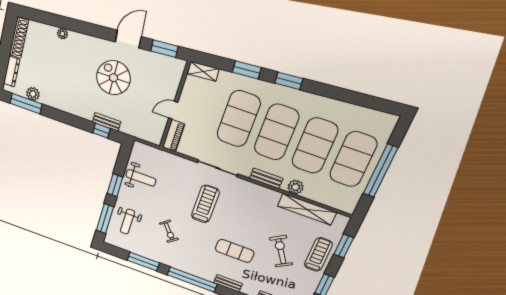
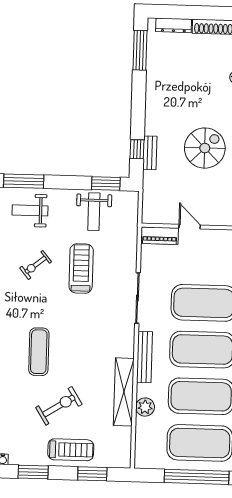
plant: (33, 94) -> (155, 56), removed
bench: (266, 178) -> (144, 357), width x1.36
window: (115, 185) -> (106, 184), moved
plant: (296, 187) -> (145, 407), moved
treadmill: (205, 204) -> (81, 268), moved, turned -90
shelving: (307, 209) -> (124, 392), moved

